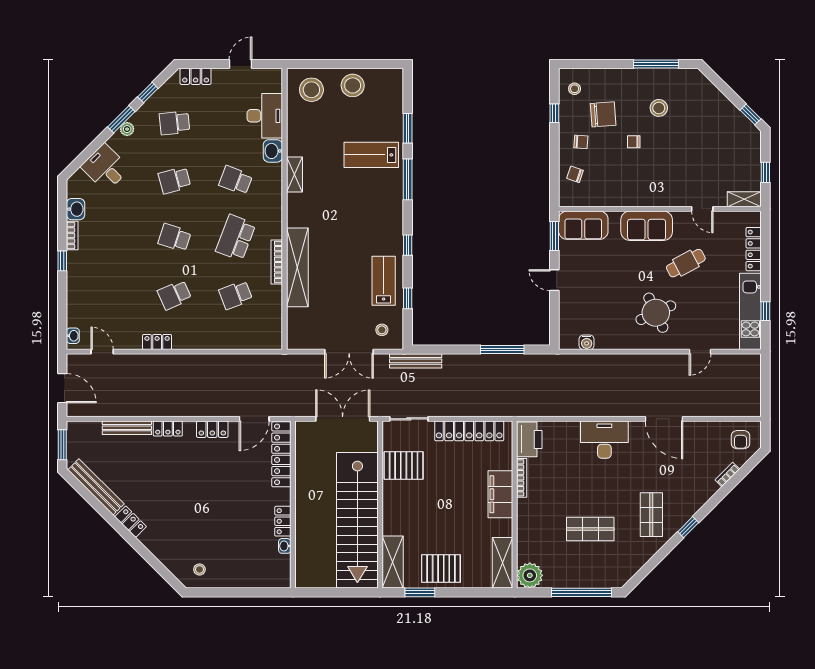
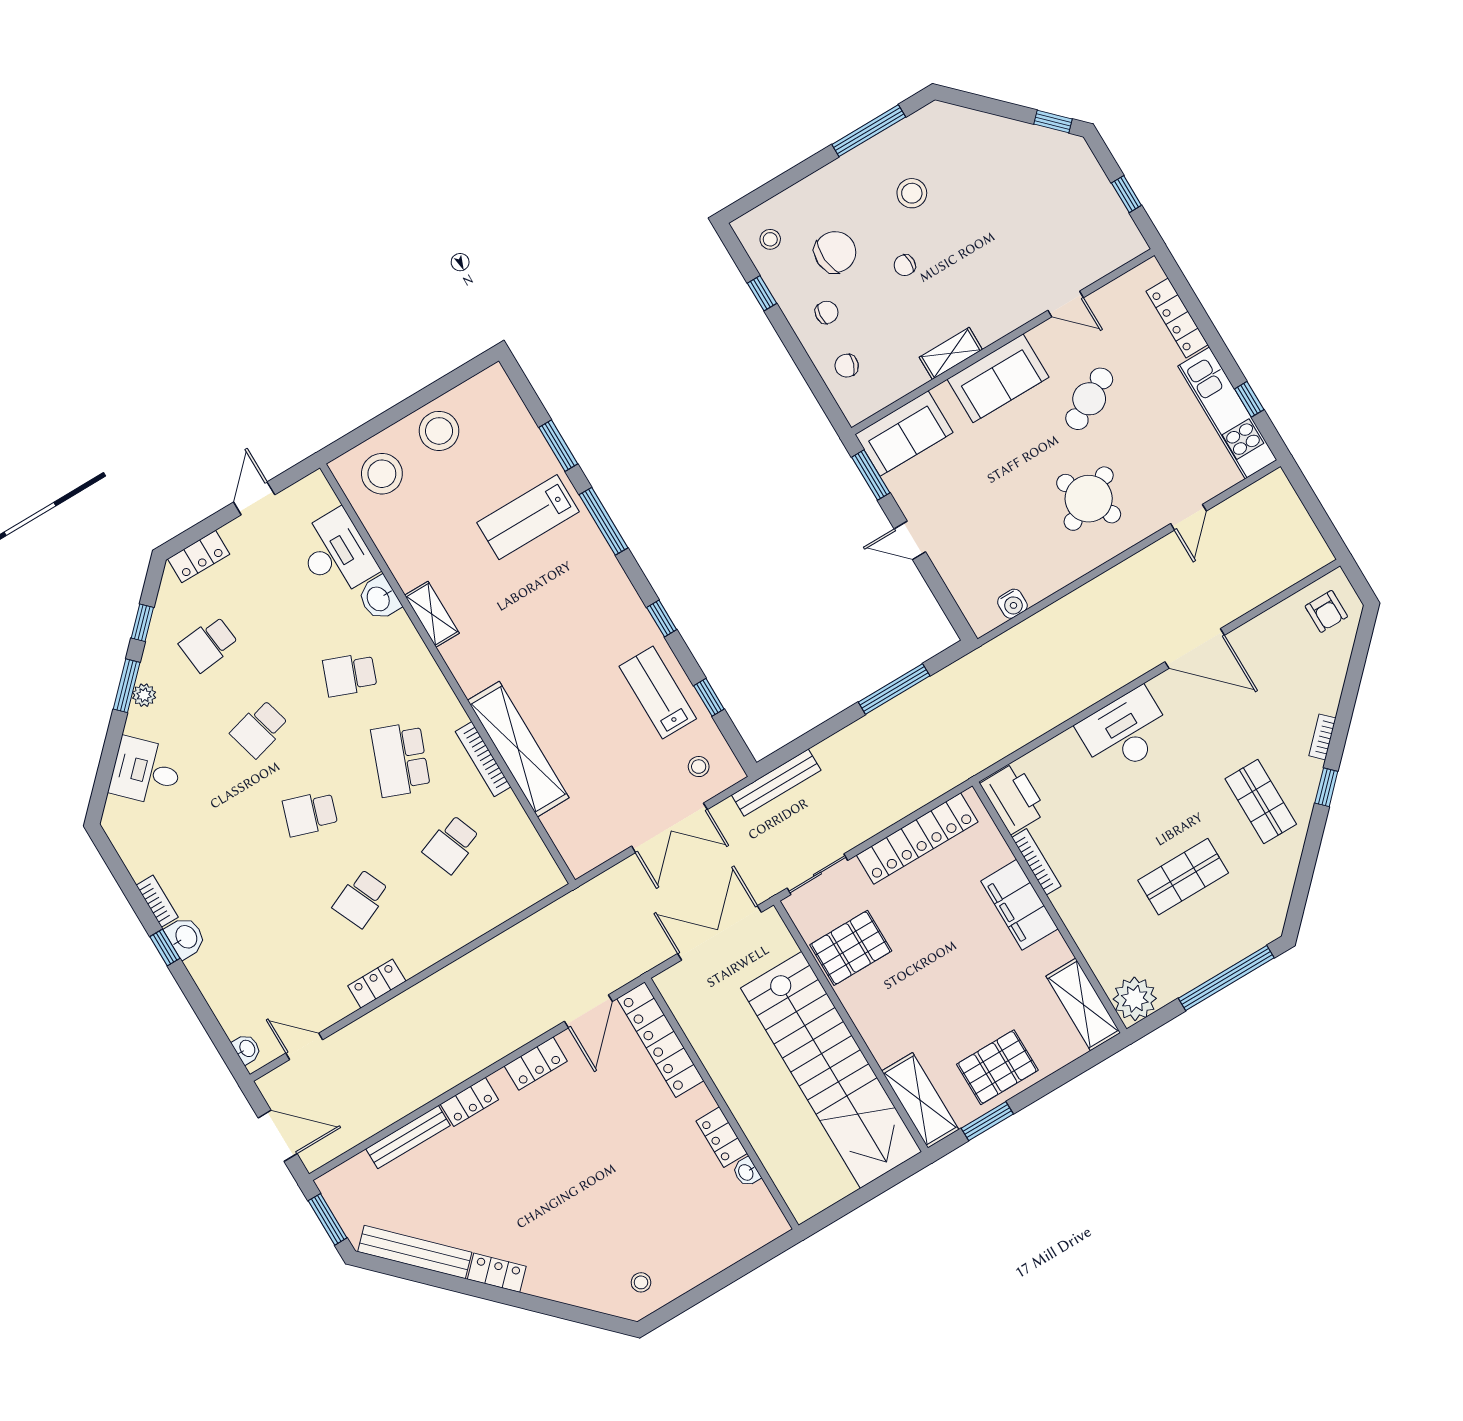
shelving: (744, 199) -> (951, 353), moved
washbasin: (76, 209) -> (186, 937), moved
bookcase: (727, 475) -> (1322, 737), moved

